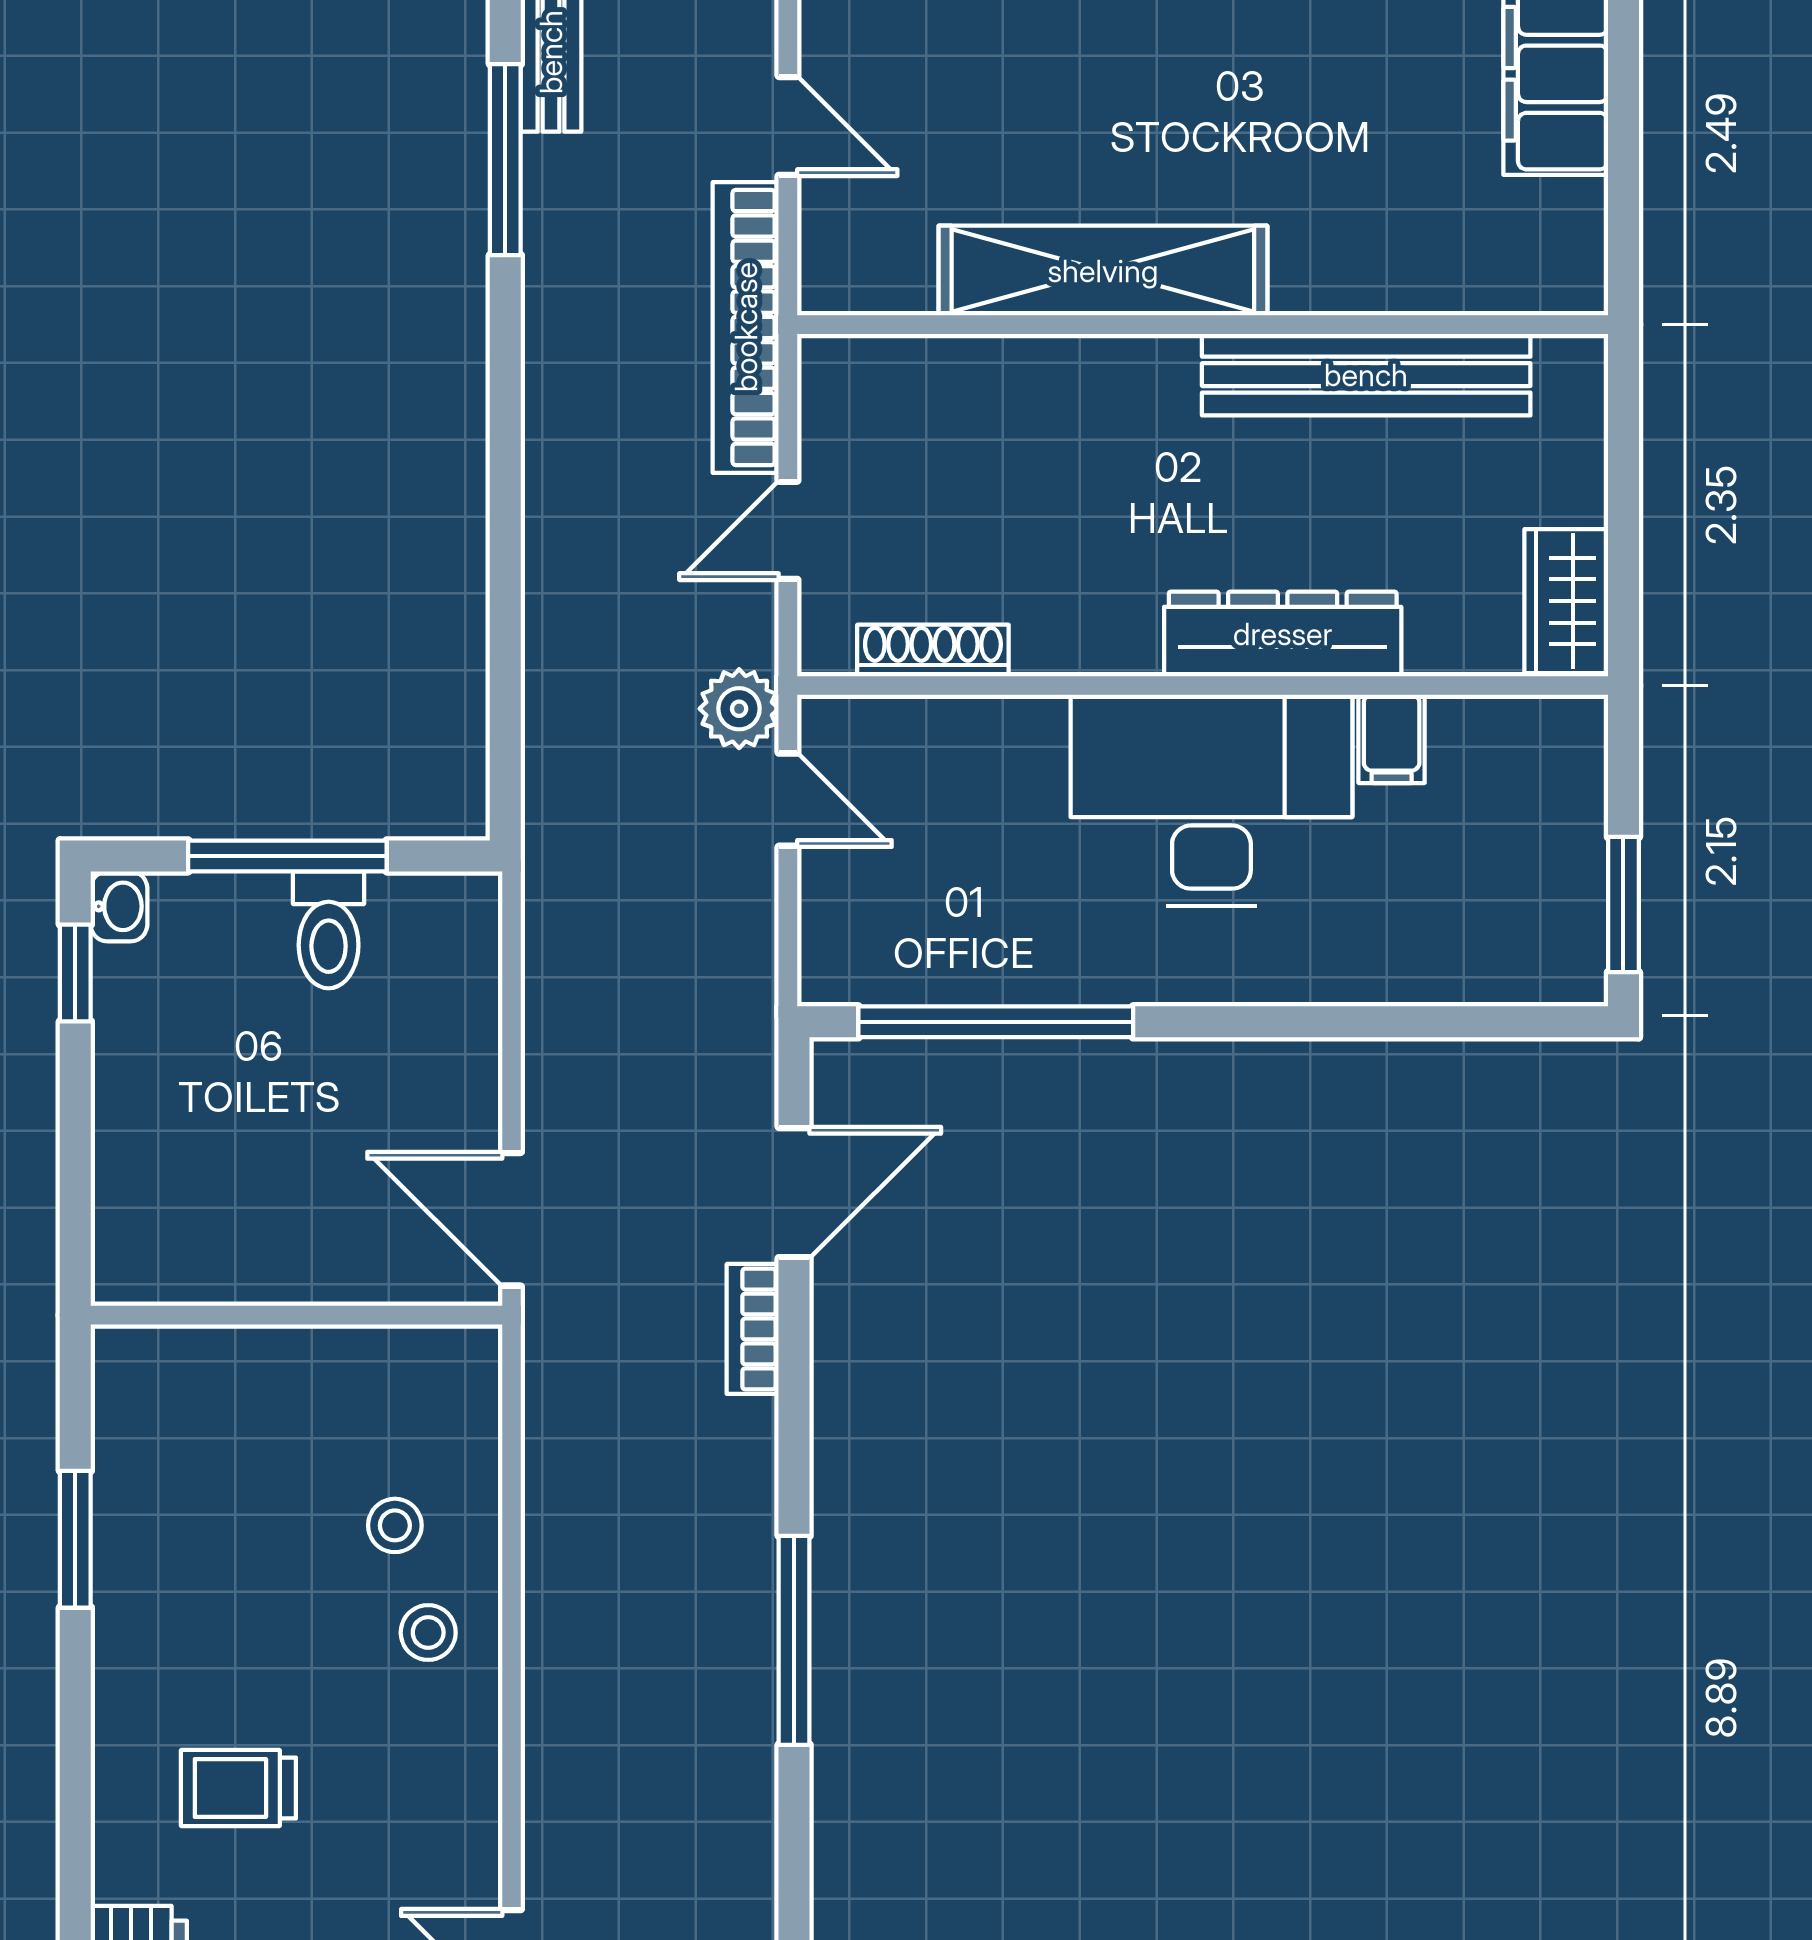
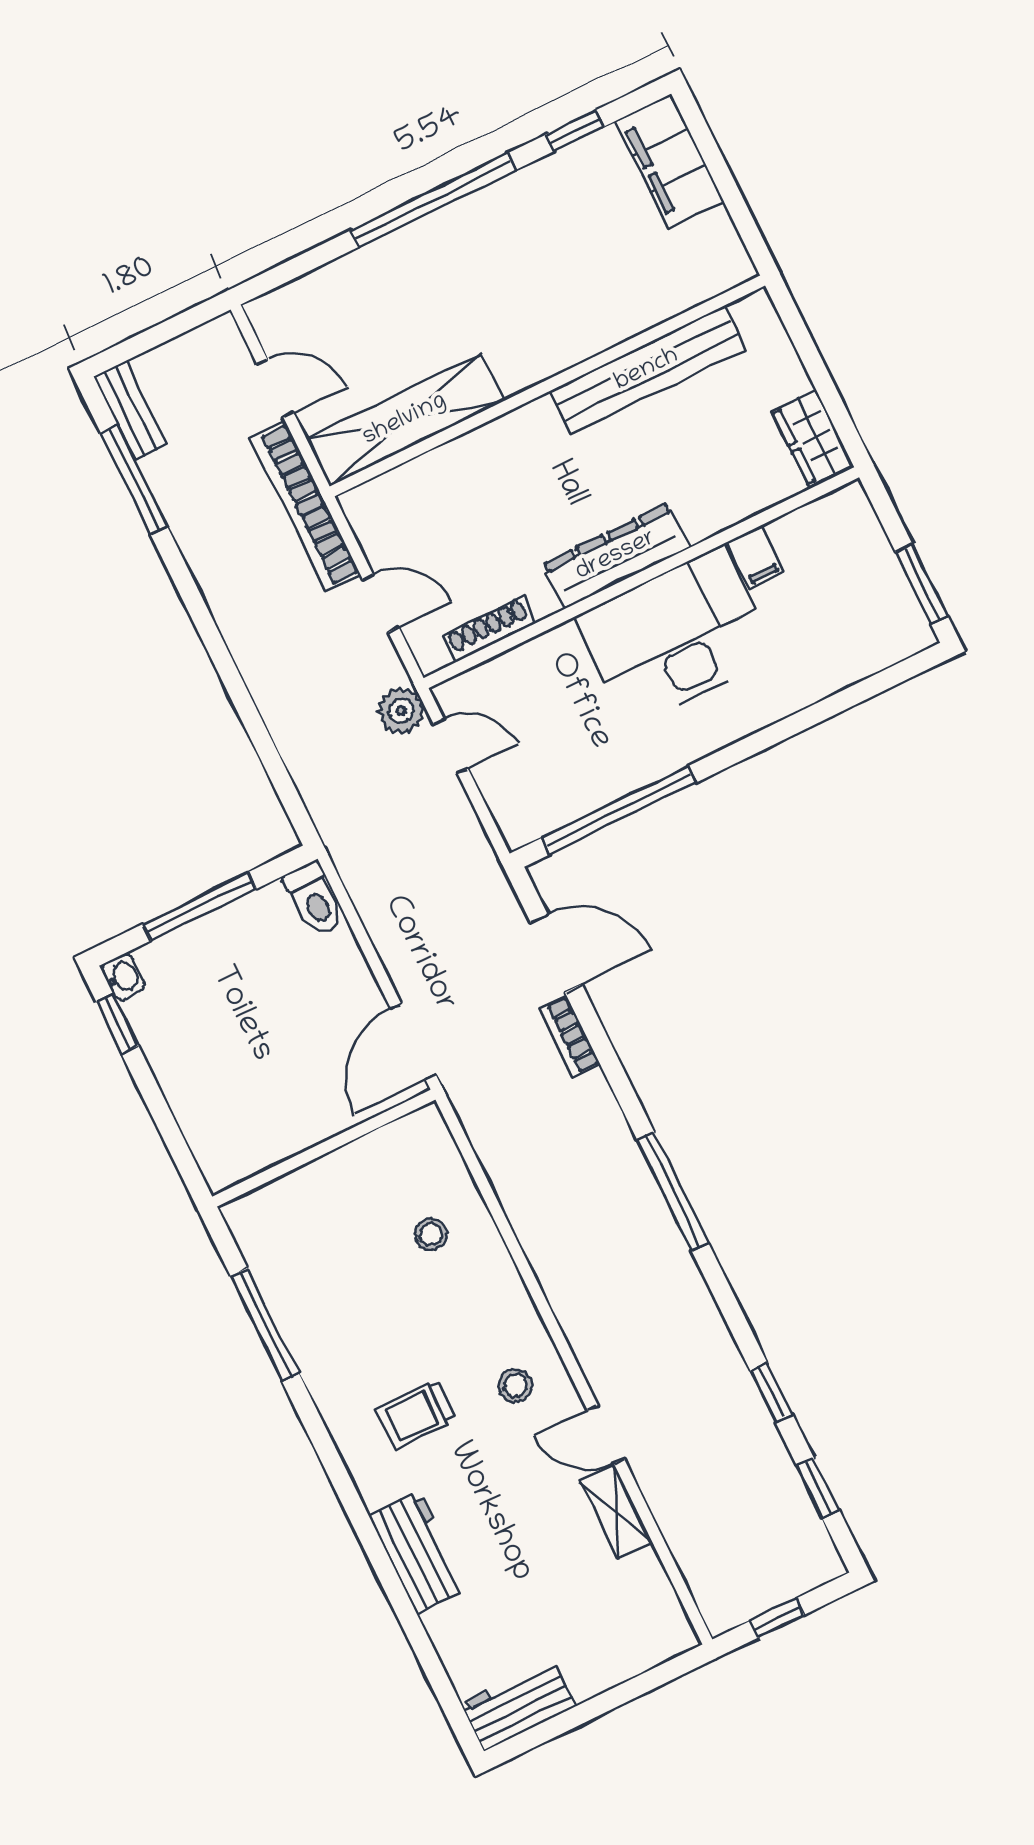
shelving: (1103, 271) -> (405, 420), moved
door: (788, 530) -> (381, 603), swing flipped
dresser: (1283, 634) -> (616, 556), moved
toilet: (329, 930) -> (314, 899), moved
door: (794, 1193) -> (556, 953), hinge flipped
door: (511, 1219) -> (413, 1041), hinge flipped
window: (75, 1539) -> (265, 1325), width x1.44
stool: (428, 1633) -> (515, 1385), moved

